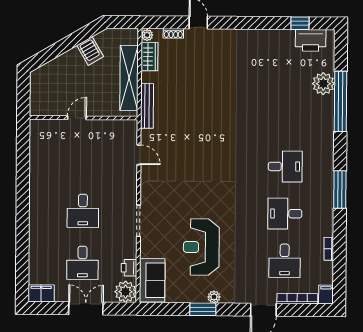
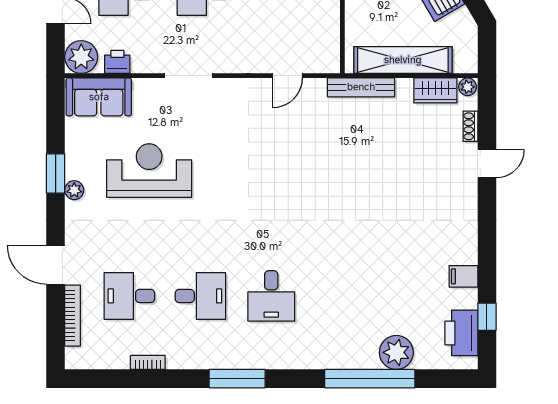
desk: (285, 214) -> (200, 296), turned 90
filing cabinet: (326, 294) -> (463, 276), moved, turned 180

